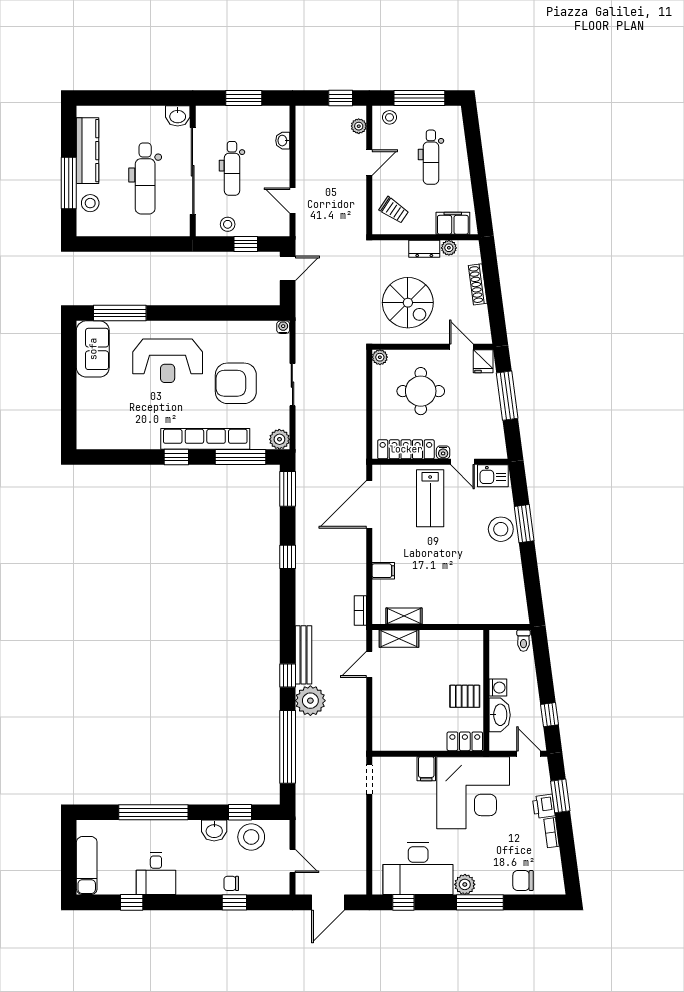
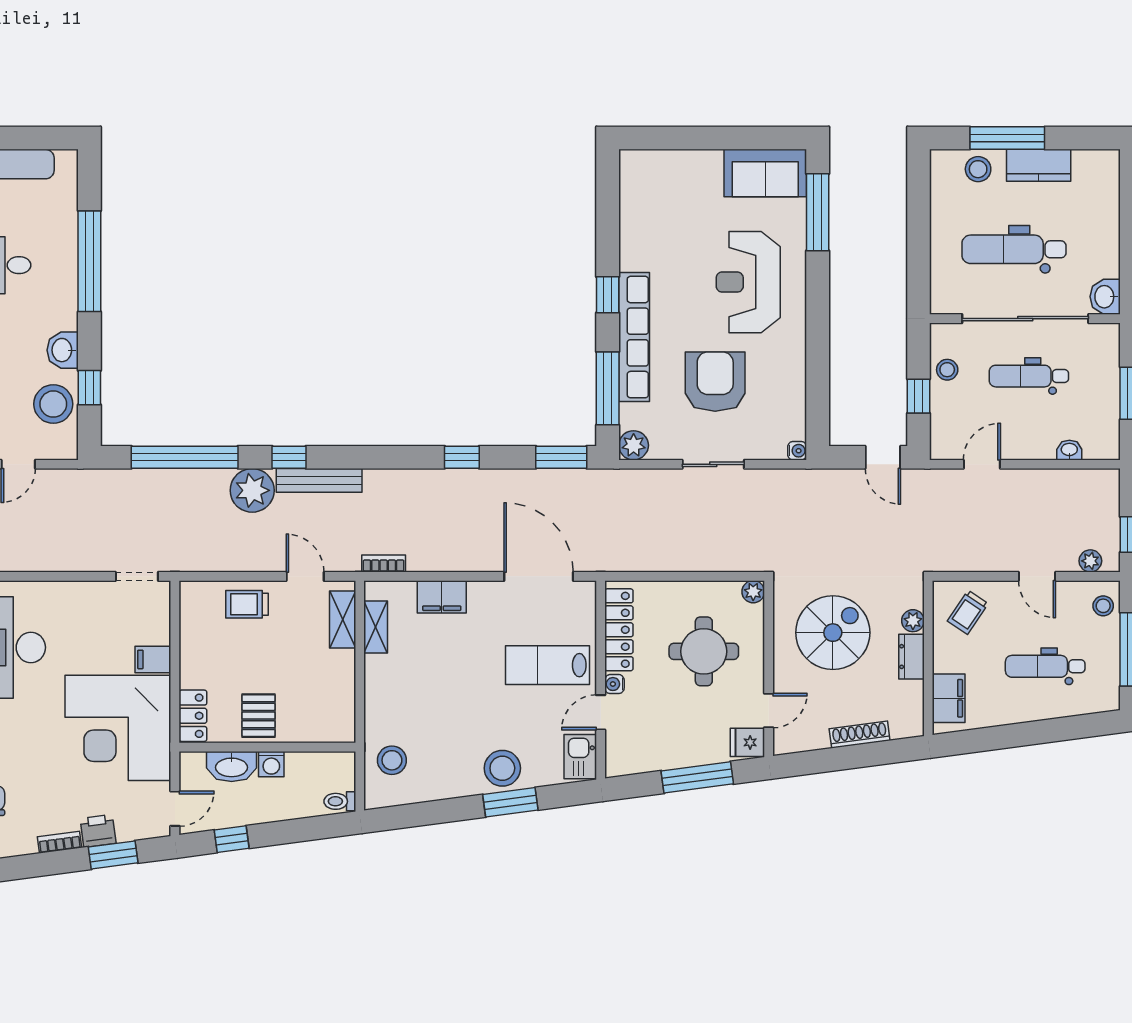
kitchen counter: (88, 151) -> (1039, 165), width x0.67
plant: (449, 248) -> (913, 621), moved
spiral stairs: (408, 303) -> (833, 633), turned 180
filing cabinet: (383, 571) -> (442, 597), width x2.00
stool: (495, 605) -> (392, 760), added
trolley: (388, 704) -> (247, 604), added

